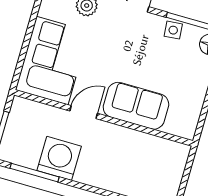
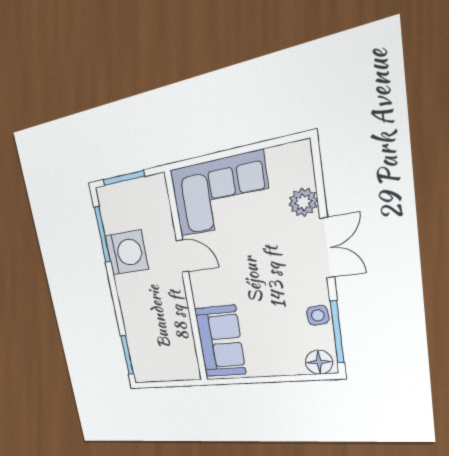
sofa: (136, 106) -> (220, 341), moved

